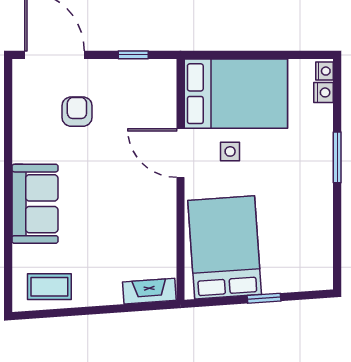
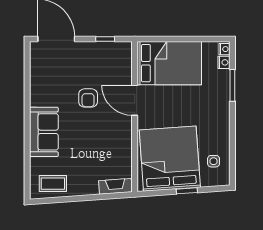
armchair: (77, 112) -> (88, 98), moved, turned 180
side table: (230, 151) -> (214, 161), moved
window: (337, 157) -> (232, 85), moved
bed: (225, 247) -> (170, 159), width x1.36

